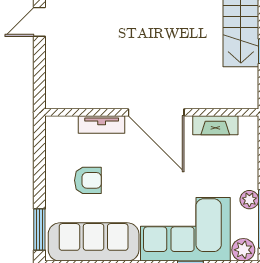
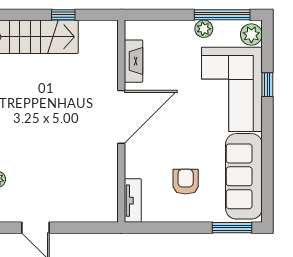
tv unit: (102, 125) -> (133, 201), moved

